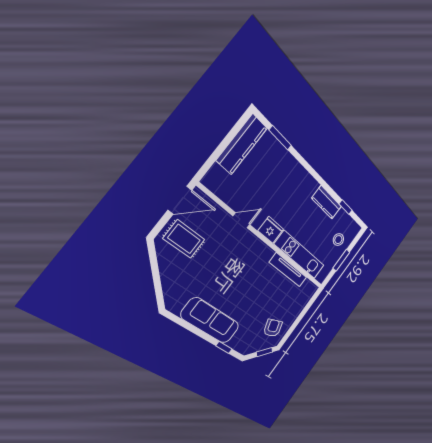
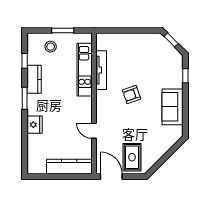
window: (280, 138) -> (25, 98), moved
kitchen counter: (242, 144) -> (69, 167), moved
fridge: (271, 230) -> (35, 125), moved, turned 180
sofa: (210, 321) -> (173, 107), width x0.73
armchair: (273, 328) -> (132, 95), moved

